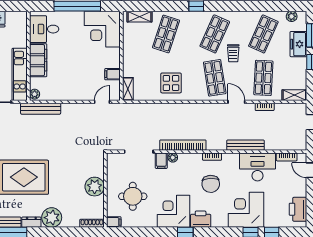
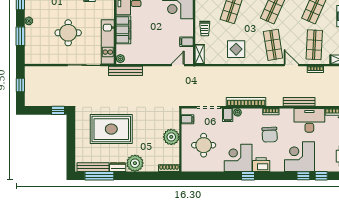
trolley: (233, 53) -> (205, 28), moved
filing cabinet: (114, 222) -> (188, 119), moved

